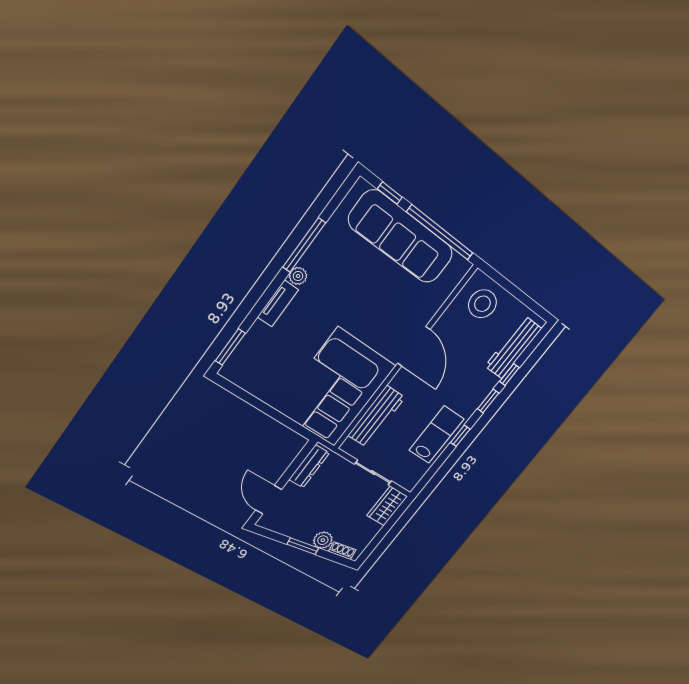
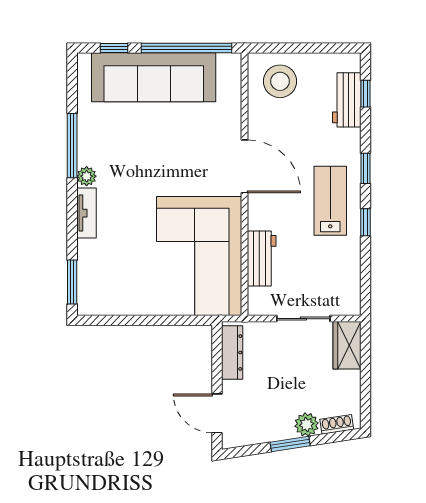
workbench: (513, 347) -> (347, 100), width x0.73
window: (509, 375) -> (366, 94), moved
workbench: (377, 416) -> (262, 259), width x0.73
lab bench: (436, 435) -> (330, 201), moved

